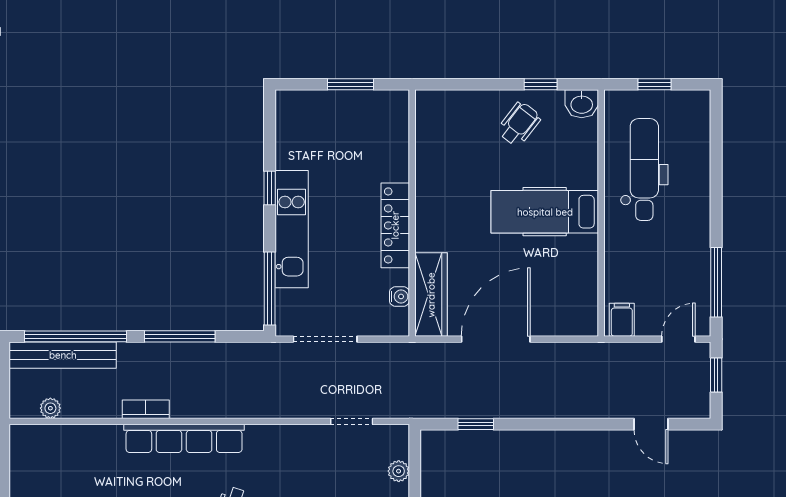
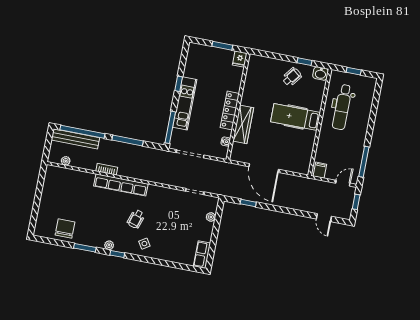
fridge: (395, 106) -> (240, 59), added
dental chair: (644, 169) -> (342, 107), turned 180
wardrobe: (431, 295) -> (243, 124), moved
door: (496, 339) -> (264, 168), swing flipped

